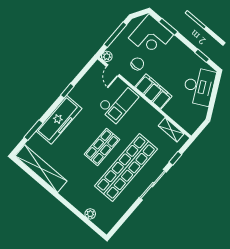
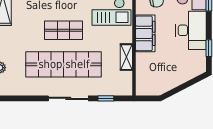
desk: (199, 86) -> (191, 30), moved, turned -63
shelving: (171, 130) -> (126, 57), moved

